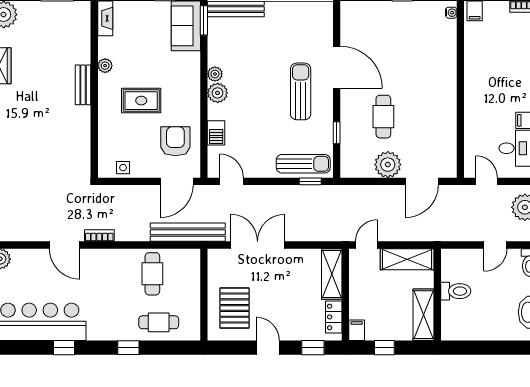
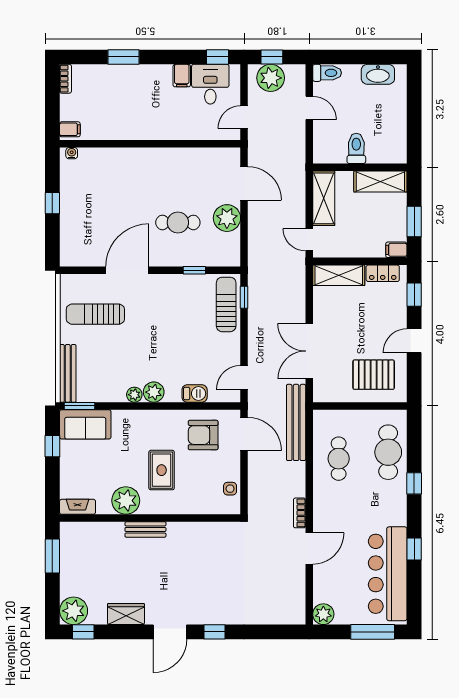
plant: (105, 66) -> (126, 501), width x1.87, depth x1.87
sun lounger: (301, 91) -> (95, 314), moved
cafe table: (152, 274) -> (339, 459), turned 90
cafe table: (159, 322) -> (388, 452), width x1.37, depth x1.35
window: (384, 348) -> (414, 222), width x1.50

